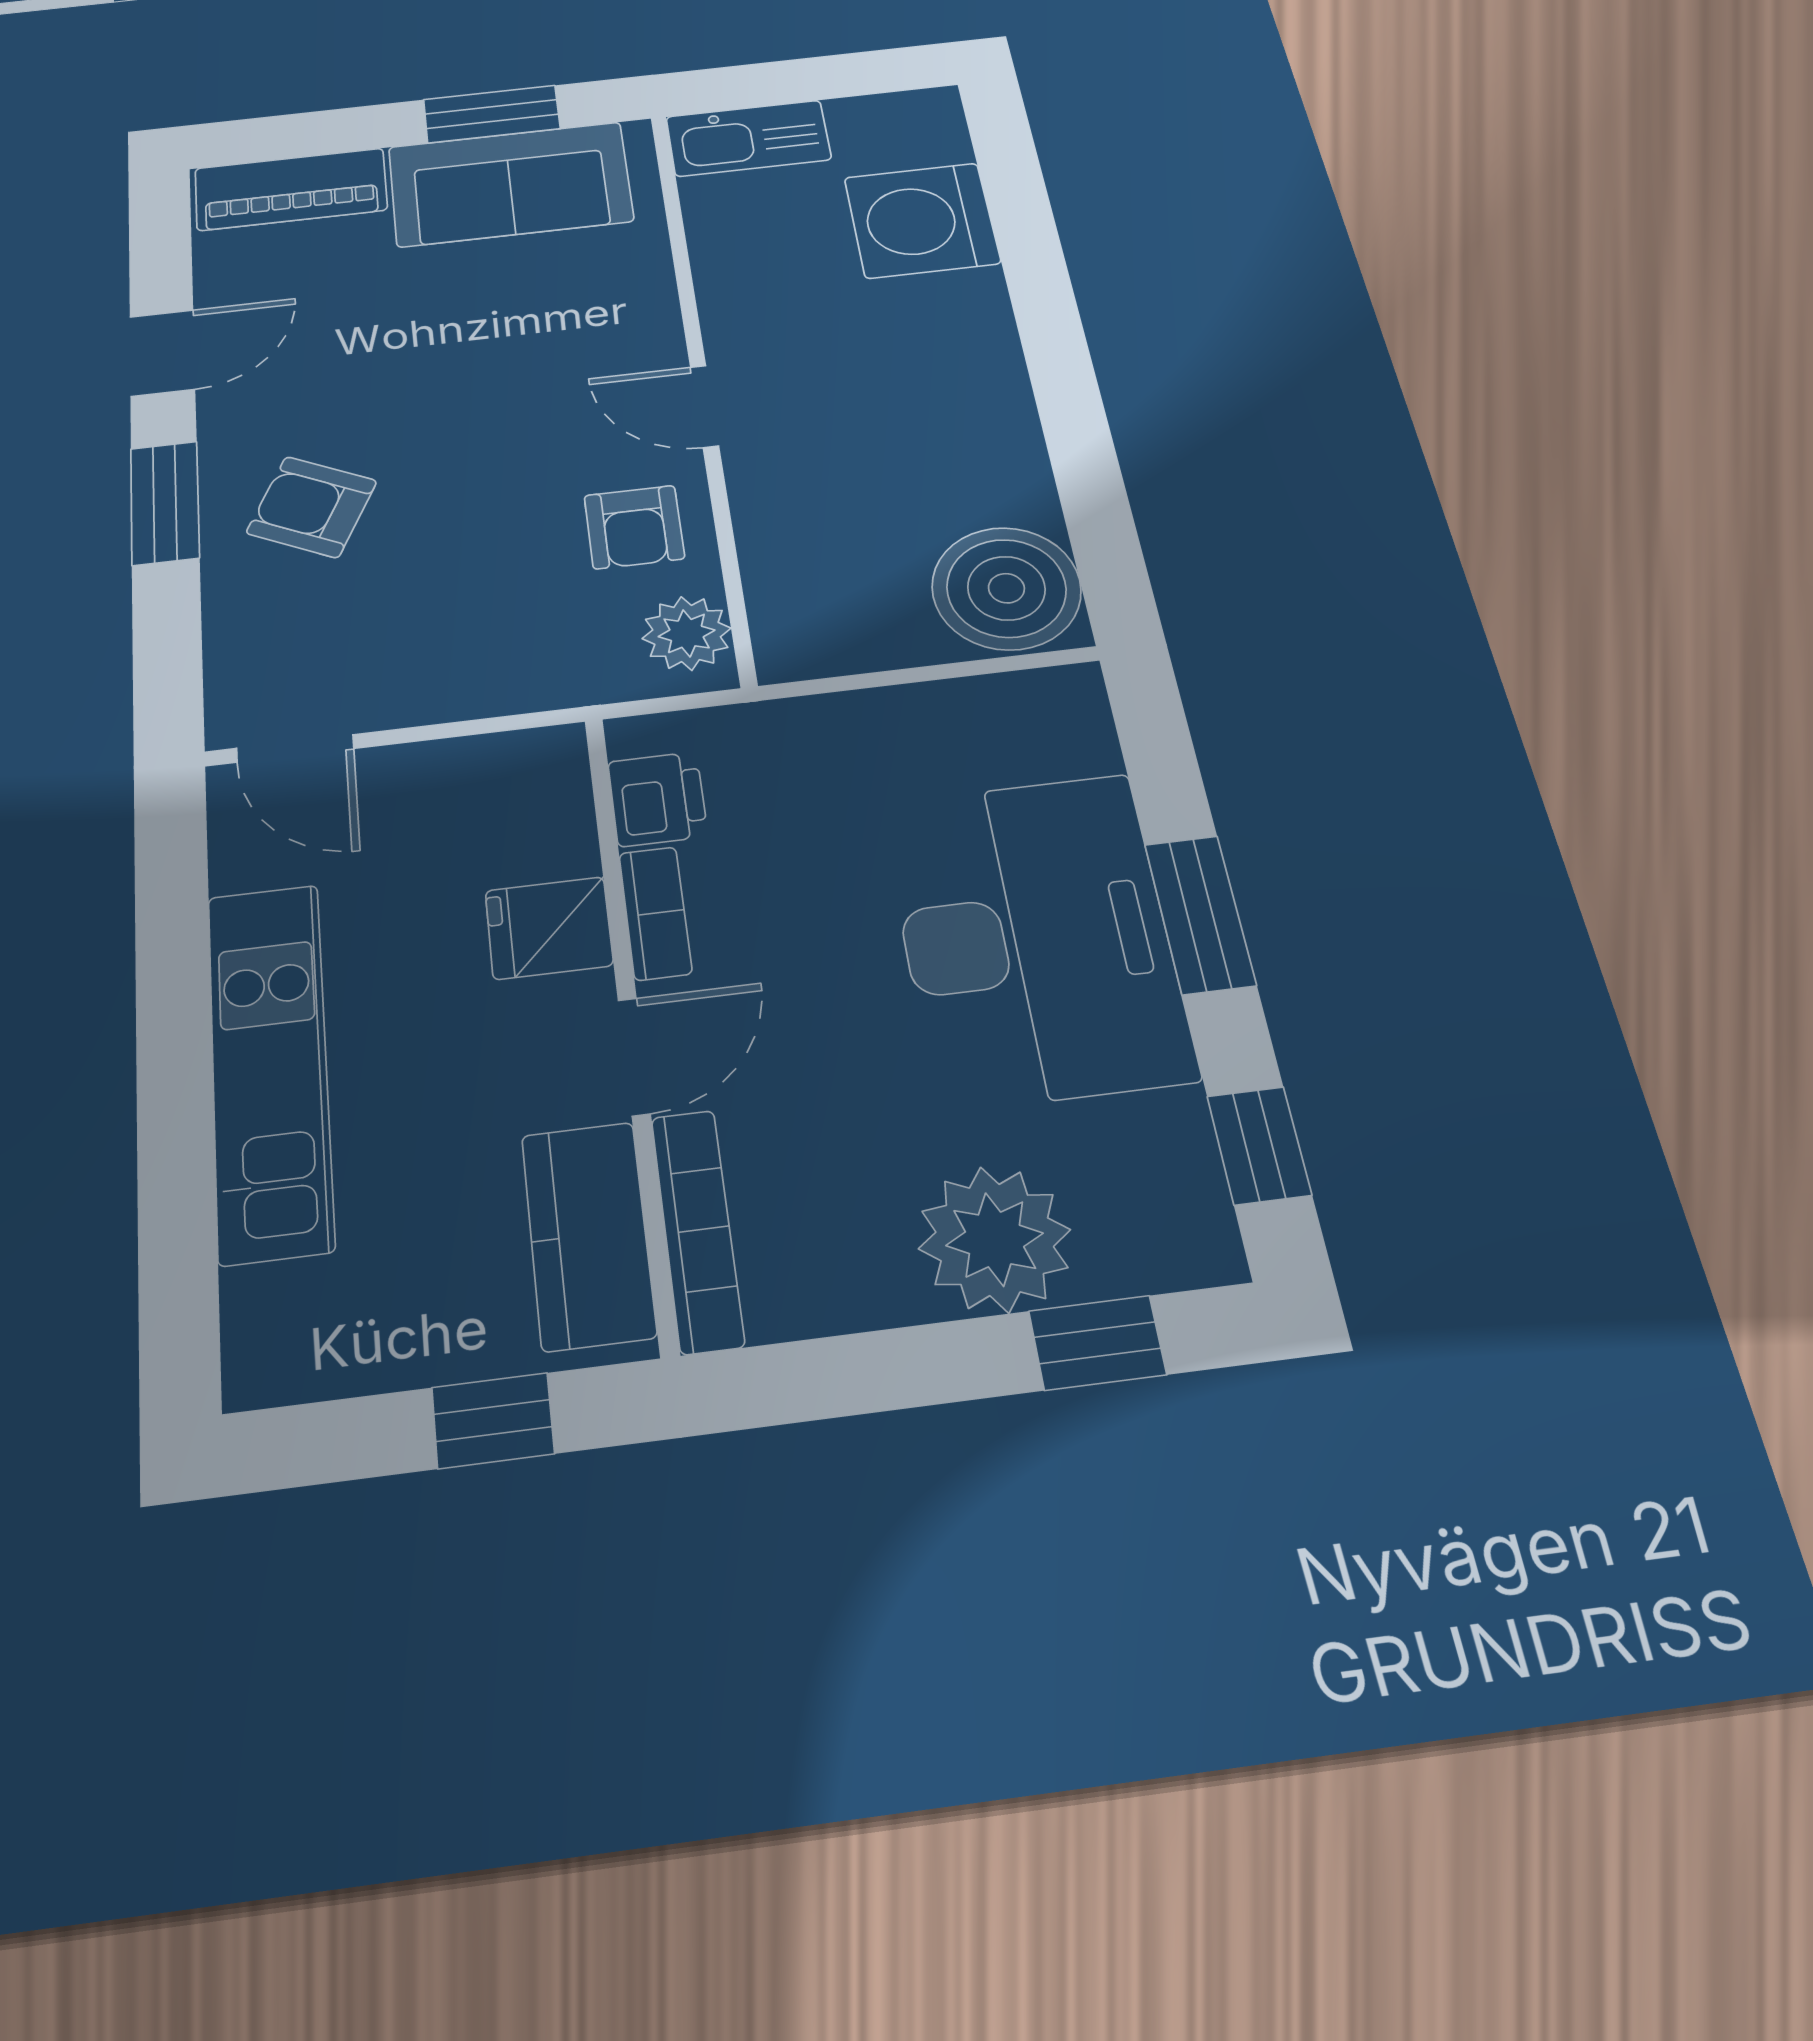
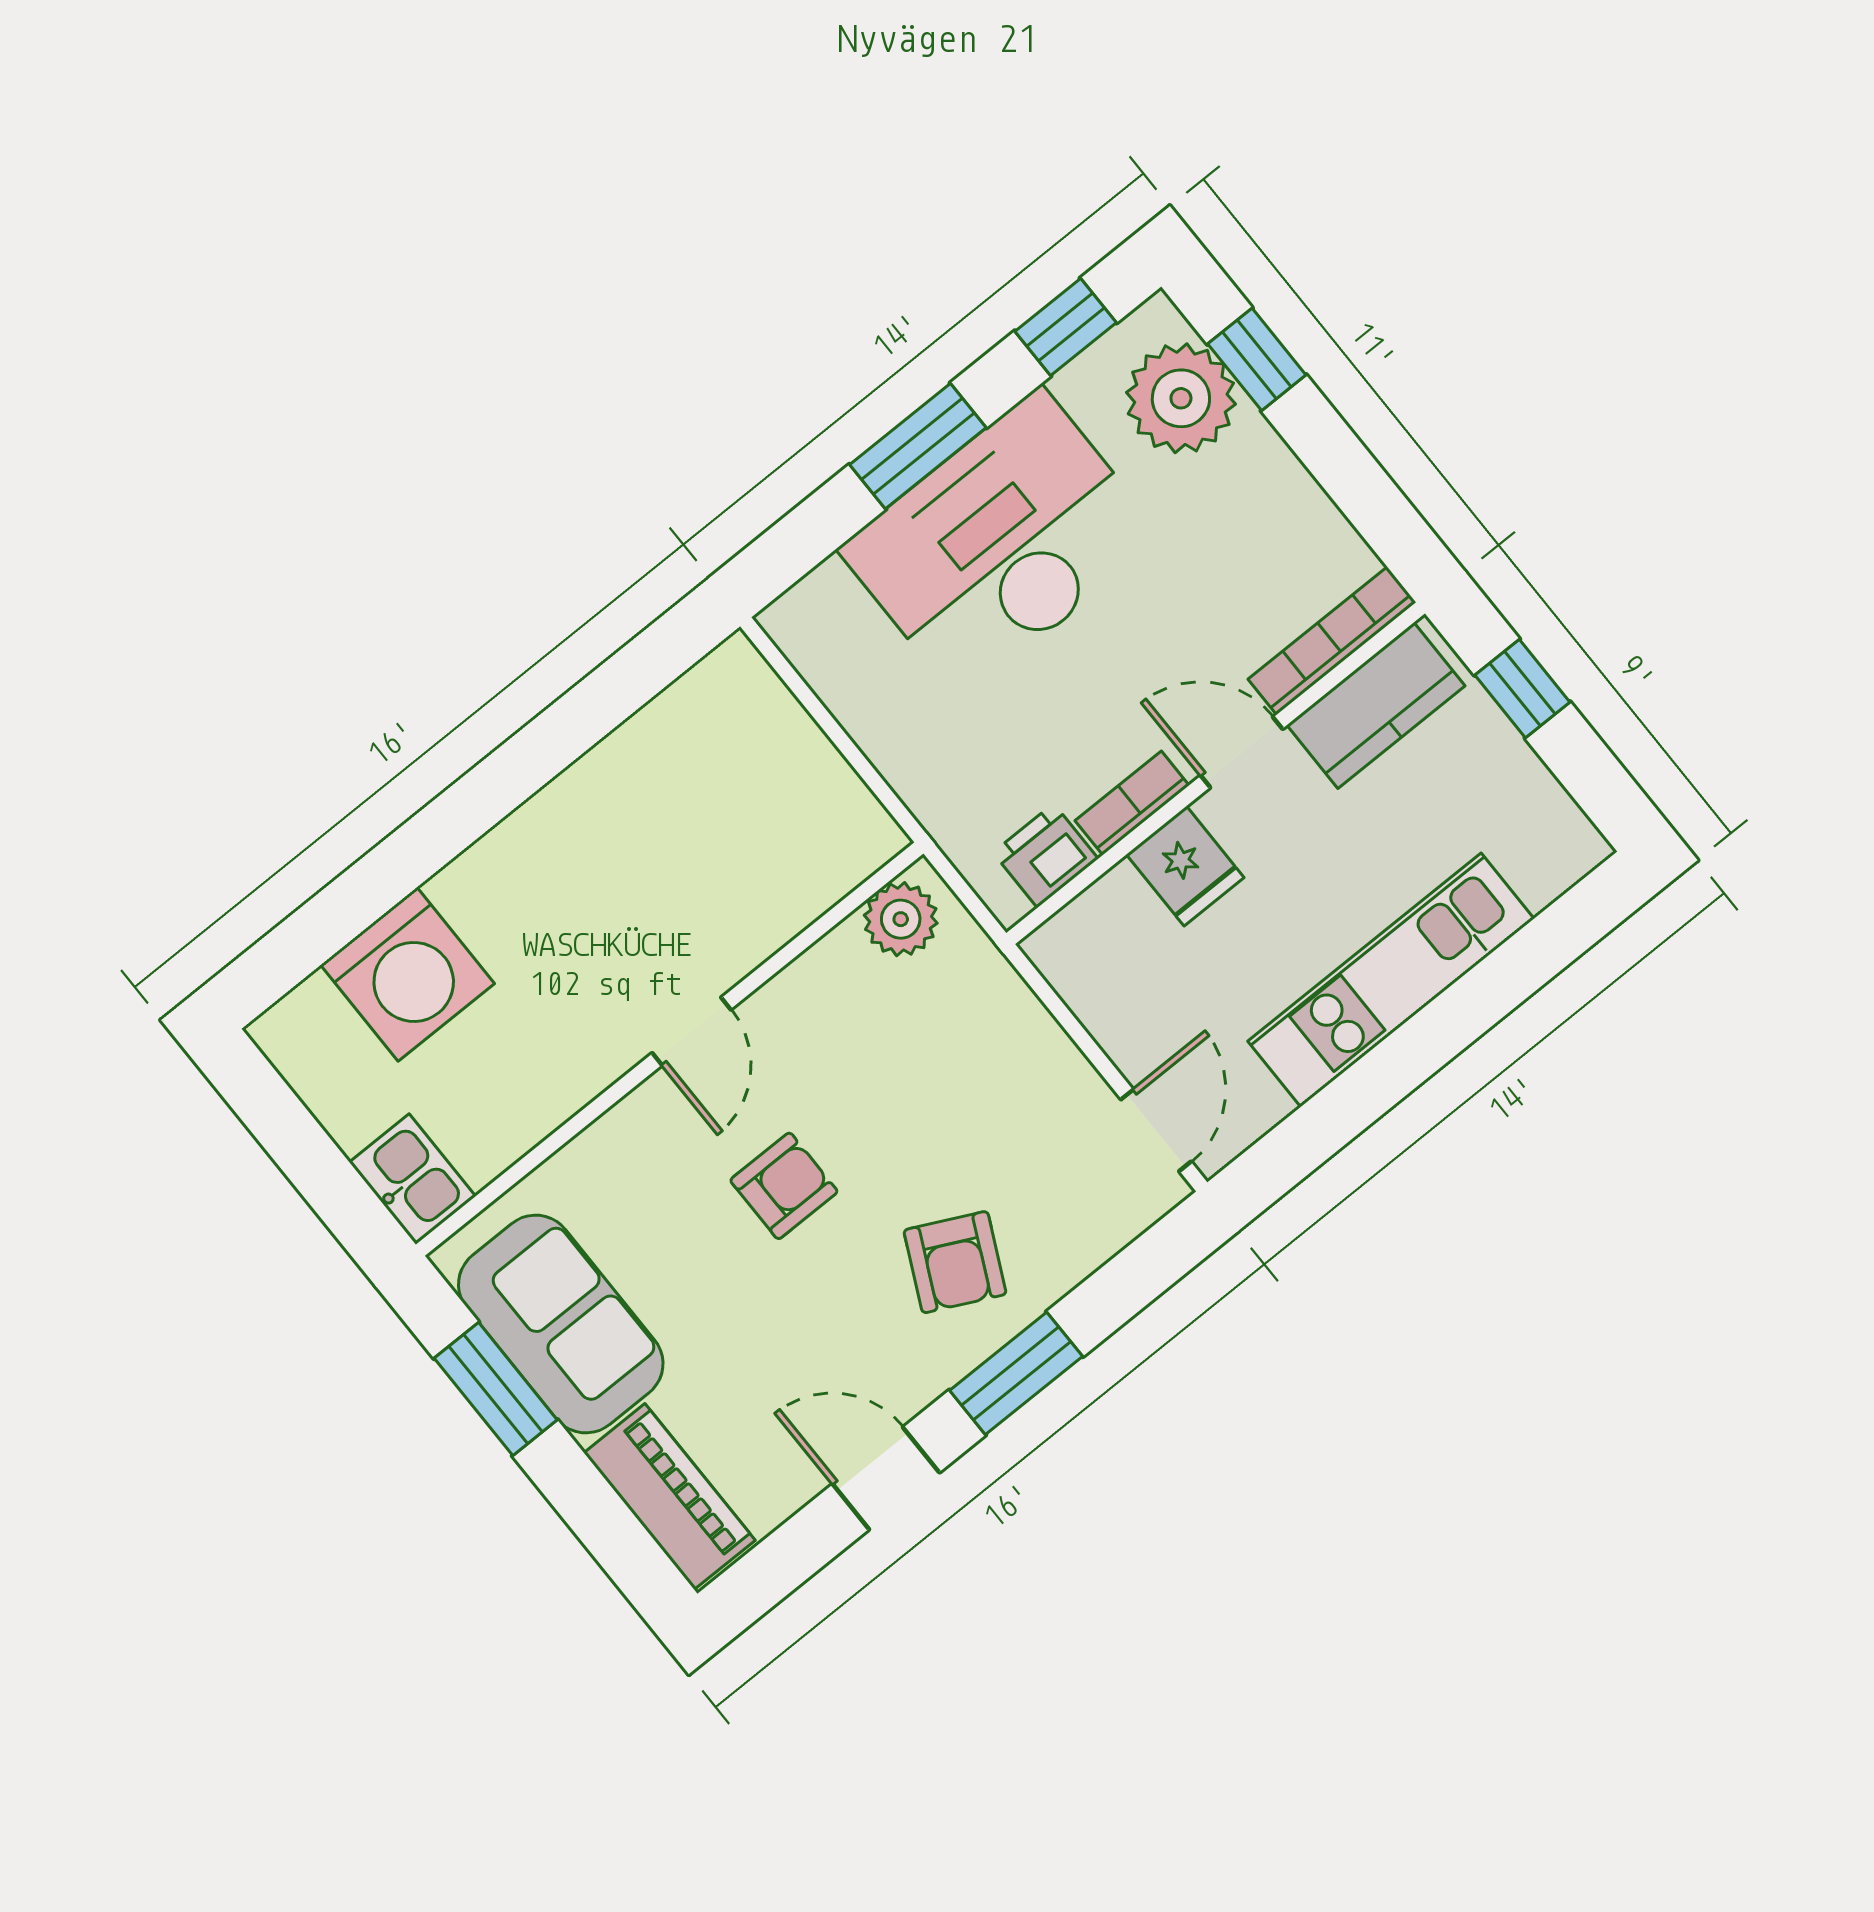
kitchen sink: (748, 138) -> (412, 1179), width x0.73
armchair: (634, 527) -> (784, 1186), moved
boiler: (1006, 588) -> (727, 716), removed
plant: (995, 1239) -> (1181, 398), moved

